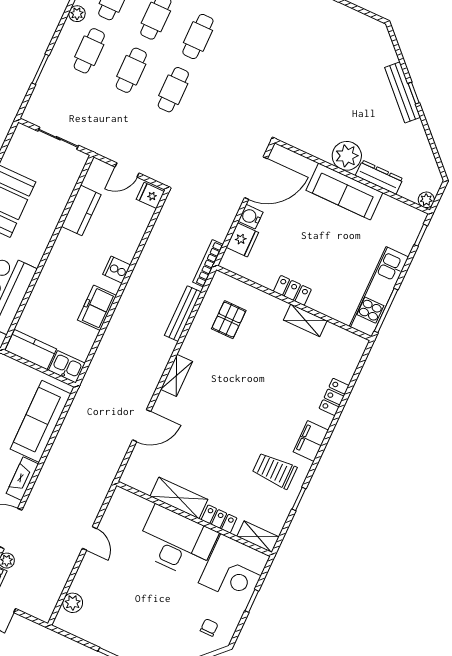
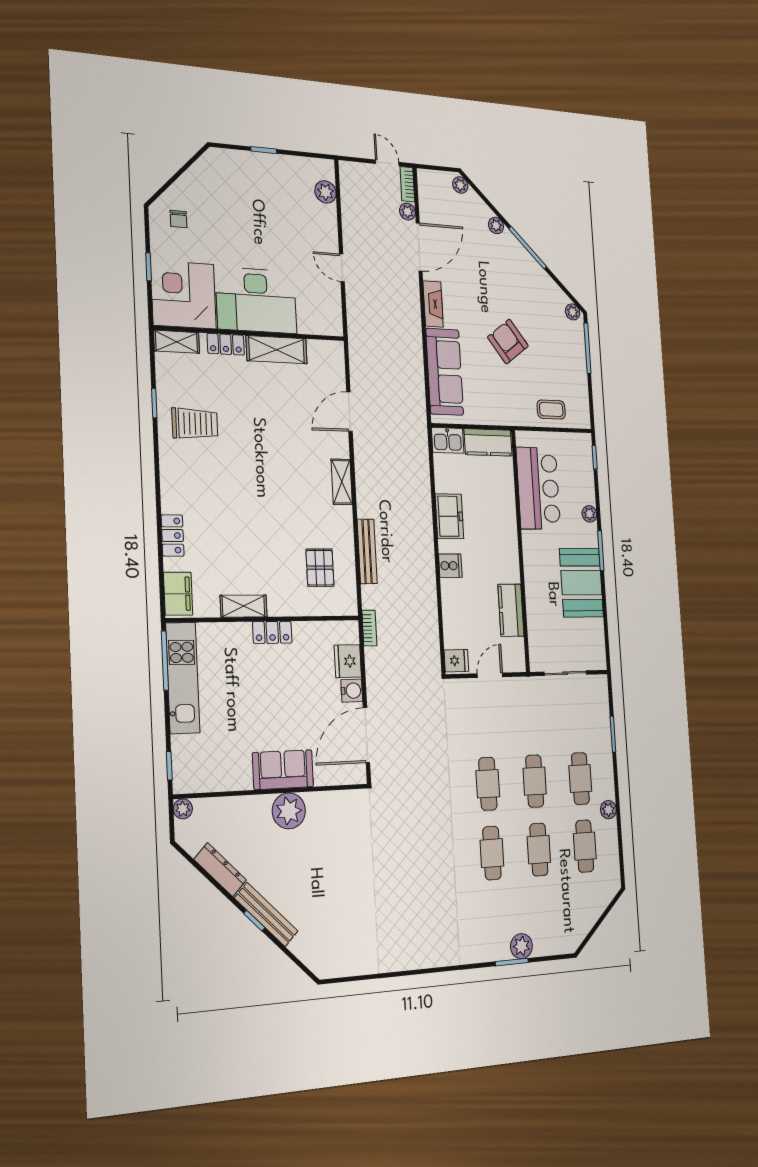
dresser: (379, 177) -> (220, 870), moved, turned -135
sofa: (344, 191) -> (283, 770), width x0.73
bookcase: (208, 263) -> (369, 628), width x0.64
filing cabinet: (311, 441) -> (178, 594), moved

